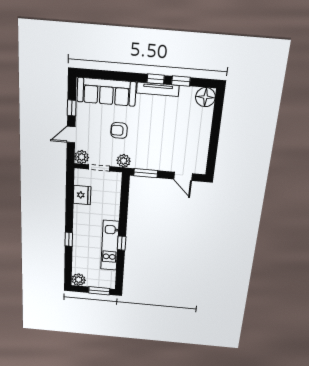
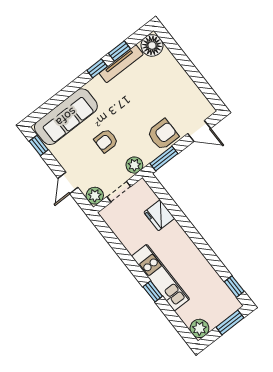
tv unit: (158, 89) -> (121, 64), moved
window: (72, 108) -> (39, 146), moved
armchair: (159, 159) -> (163, 134), added
fridge: (82, 195) -> (159, 215), moved, turned 180
window: (122, 243) -> (234, 287), moved
kitchen unit: (110, 245) -> (160, 278), moved, turned 180

